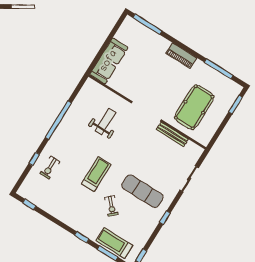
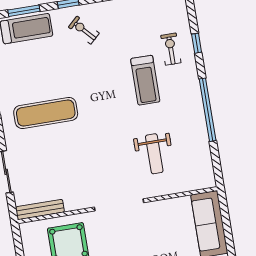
bench: (172, 134) -> (40, 209), moved
treadmill: (96, 174) -> (145, 80), moved
exercise bike: (111, 206) -> (84, 30), moved

